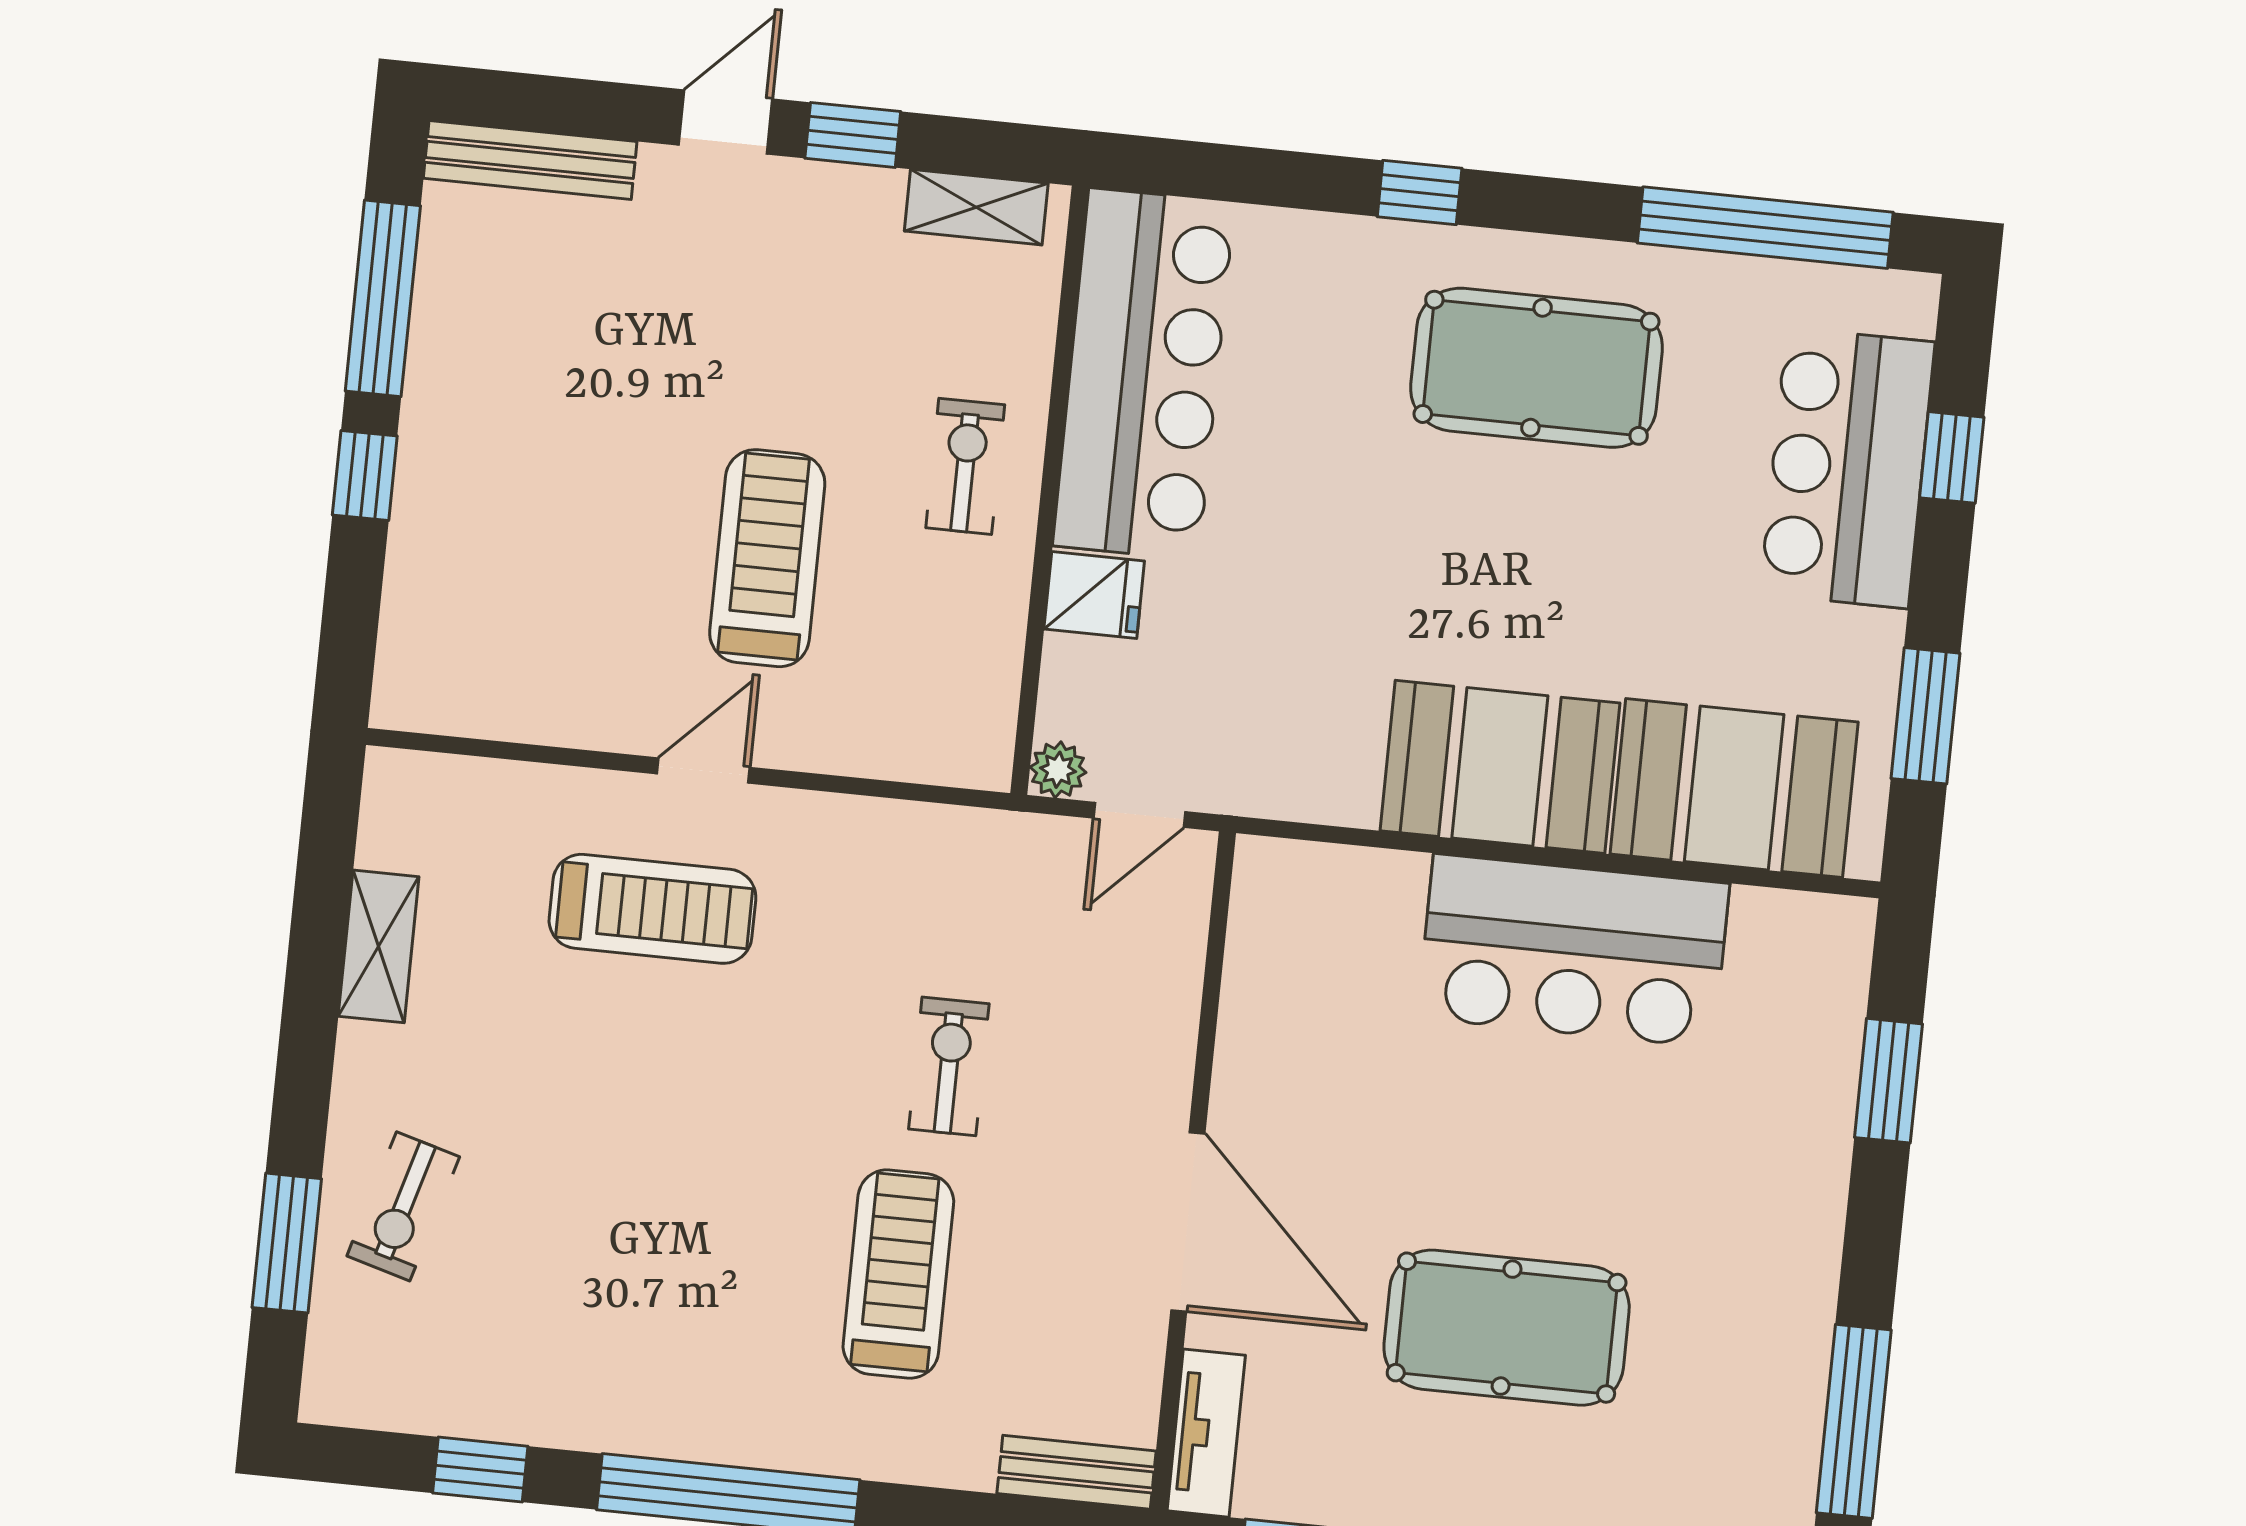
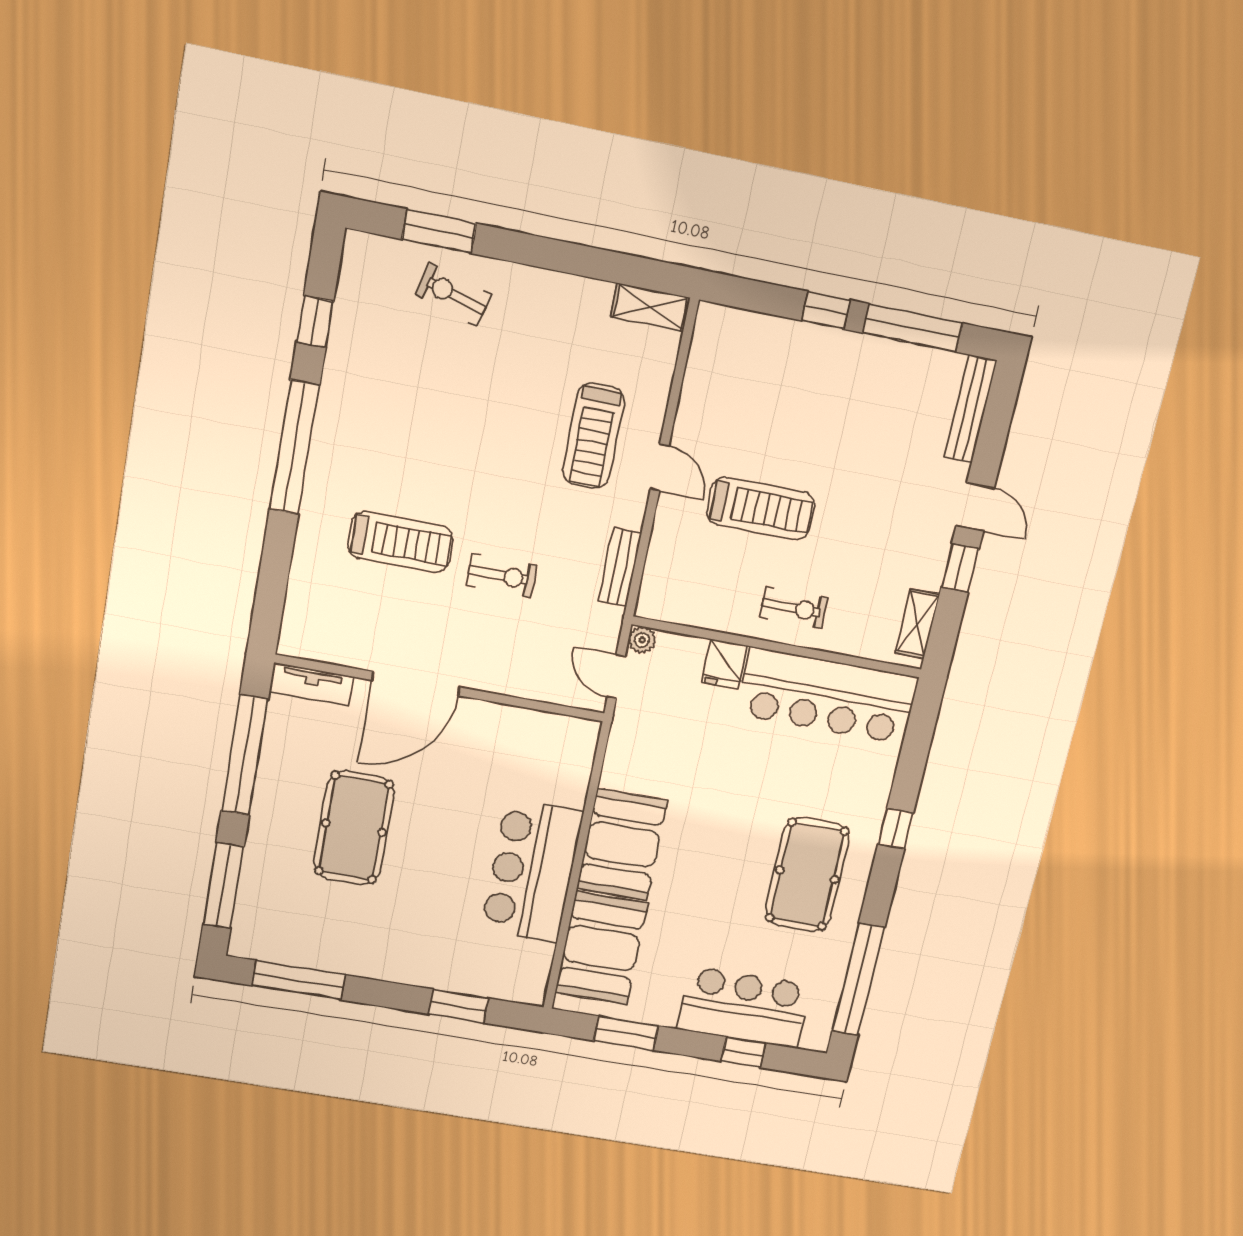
shelving: (379, 946) -> (650, 307), moved
bench: (1077, 1472) -> (620, 567), moved

